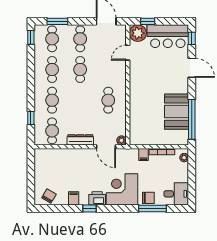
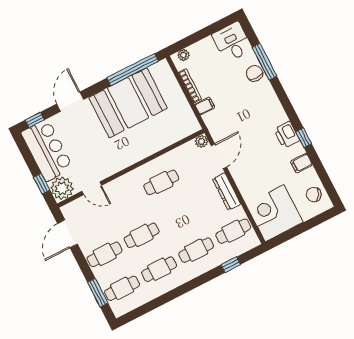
window: (31, 37) -> (133, 315), removed
booth: (177, 112) -> (128, 103), width x1.36, depth x1.42
corner desk: (122, 189) -> (275, 213), moved, turned 90

